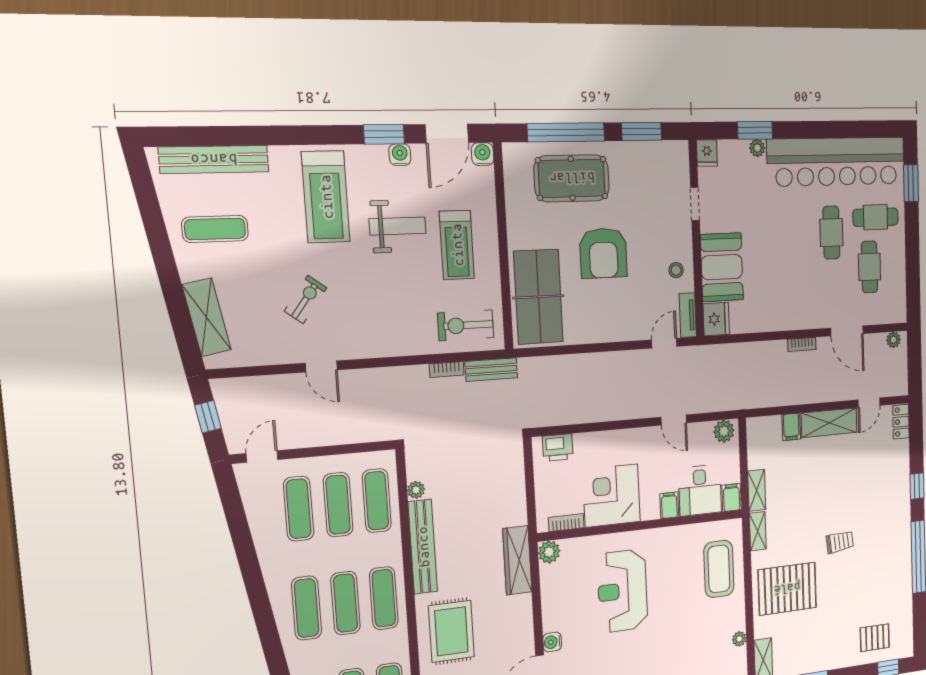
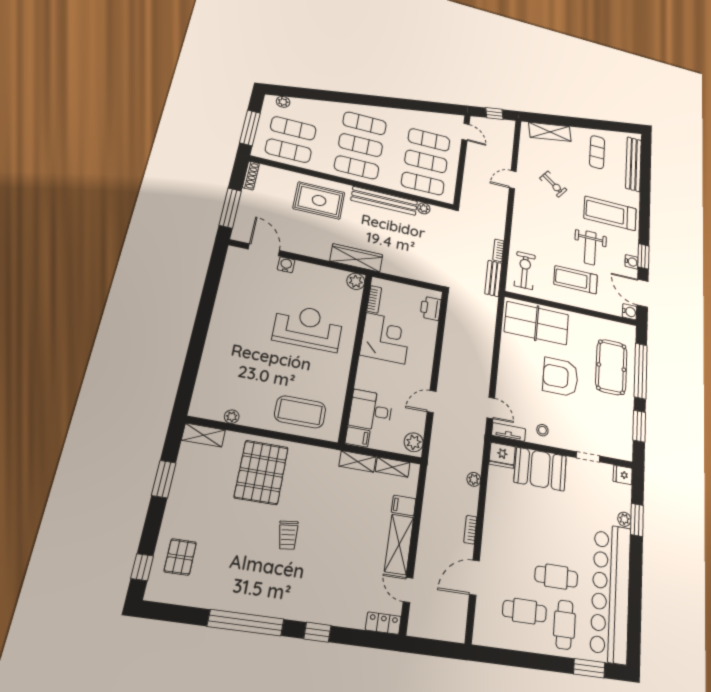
plant: (893, 340) -> (474, 479), moved
filing cabinet: (669, 505) -> (366, 382), removed
shelving: (758, 531) -> (393, 467), moved

